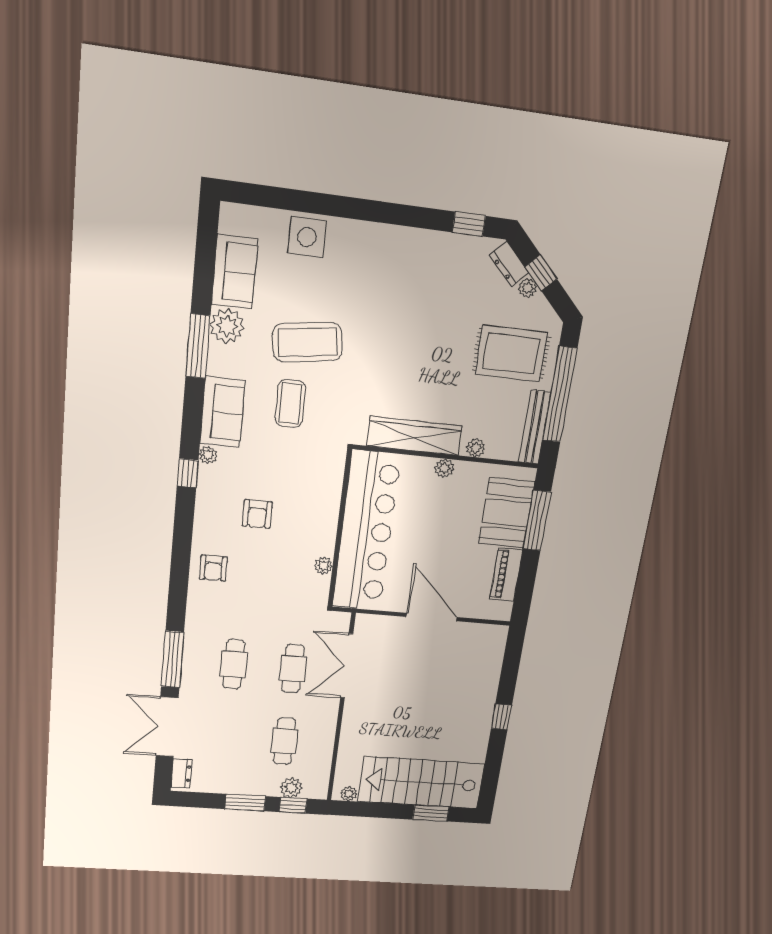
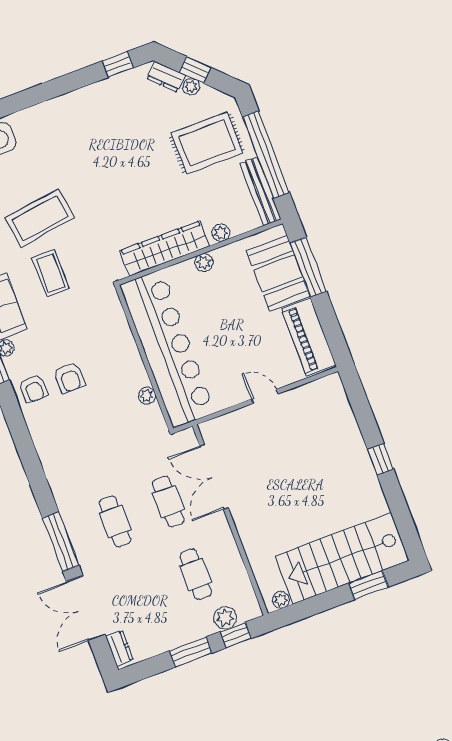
armchair: (213, 568) -> (33, 389), moved
piano: (506, 574) -> (309, 337), width x1.37, depth x1.33
door: (432, 617) -> (265, 396), width x0.53

